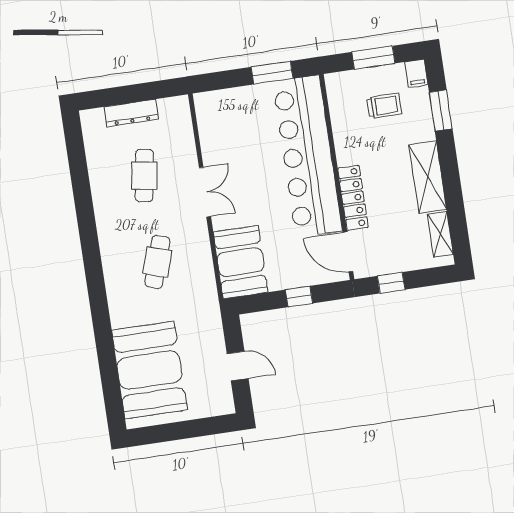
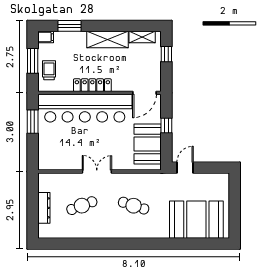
trolley: (384, 106) -> (49, 70), moved
cafe table: (144, 176) -> (82, 206), turned -30
locker: (353, 198) -> (92, 85), moved
booth: (241, 262) -> (148, 144), moved, turned 90
window: (391, 283) -> (166, 54), moved
door: (238, 366) -> (185, 168), moved

